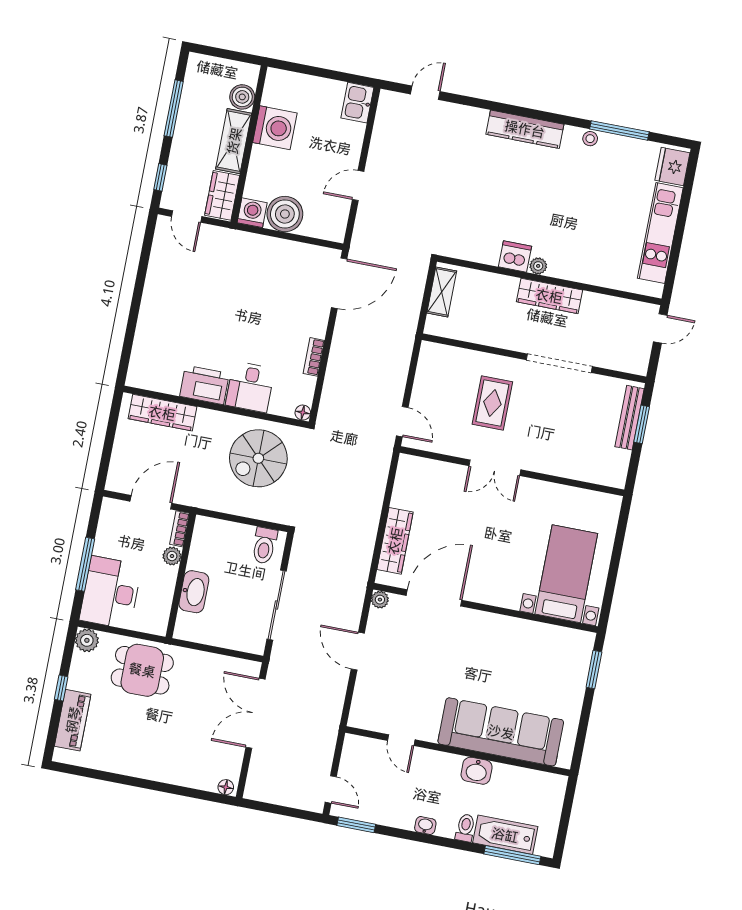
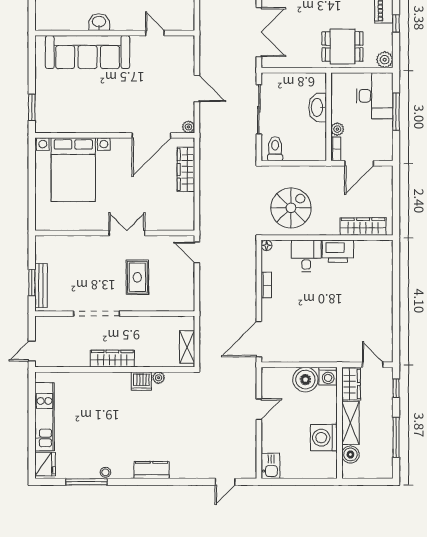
kitchen counter: (525, 129) -> (152, 470), width x0.67
plant: (538, 266) -> (159, 378), moved
bed with nightstands: (566, 574) -> (73, 170), width x1.36

